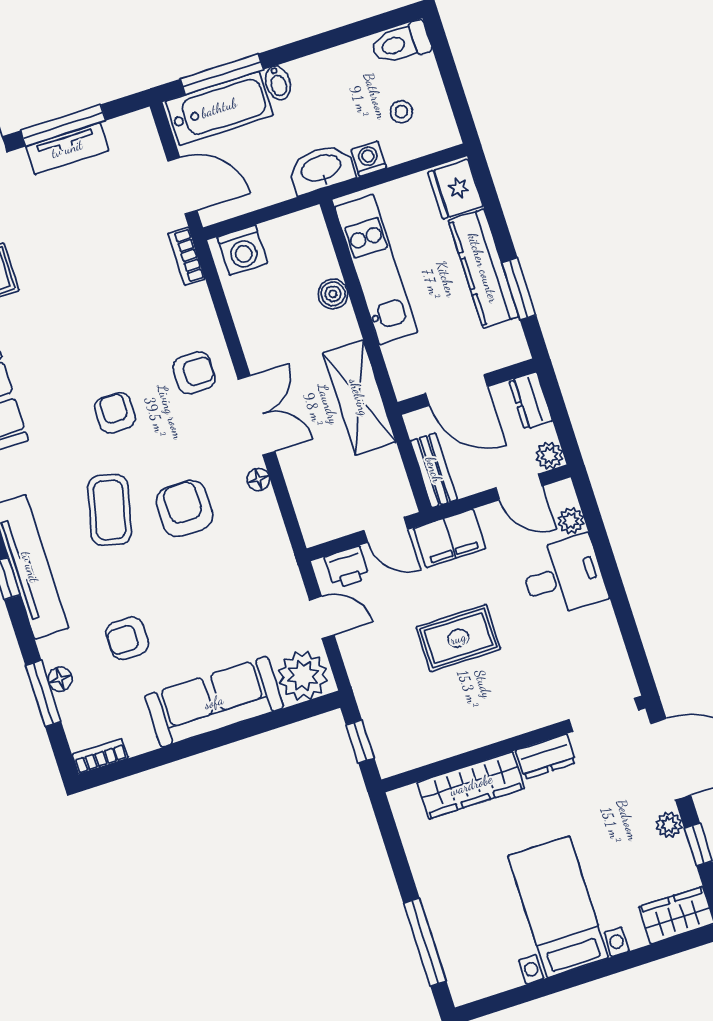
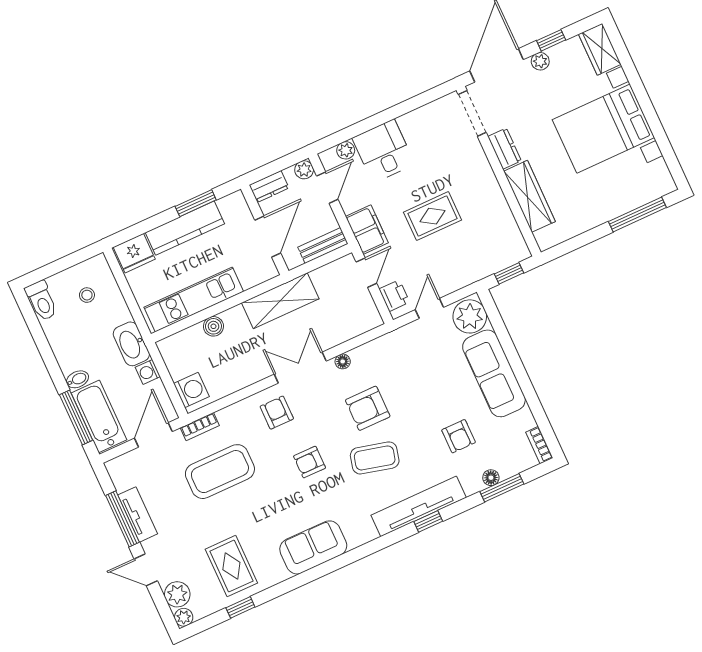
washing machine: (369, 159) -> (148, 372), moved
coffee table: (116, 278) -> (220, 472), added
rug: (458, 638) -> (433, 216), turned 90
bed with nightstands: (558, 907) -> (603, 129), width x1.36

